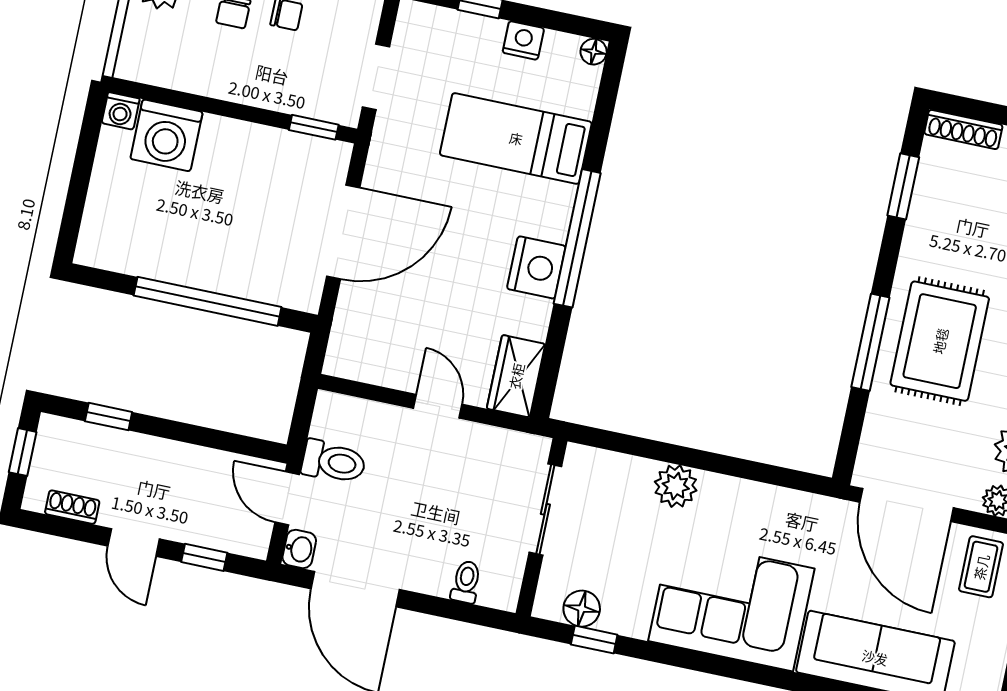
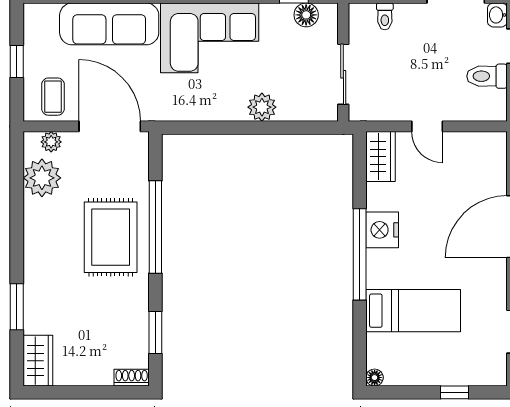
nightstand: (523, 40) -> (422, 375), removed
shoe rack: (963, 129) -> (132, 378), width x0.70
window: (870, 342) -> (155, 227), width x1.46

